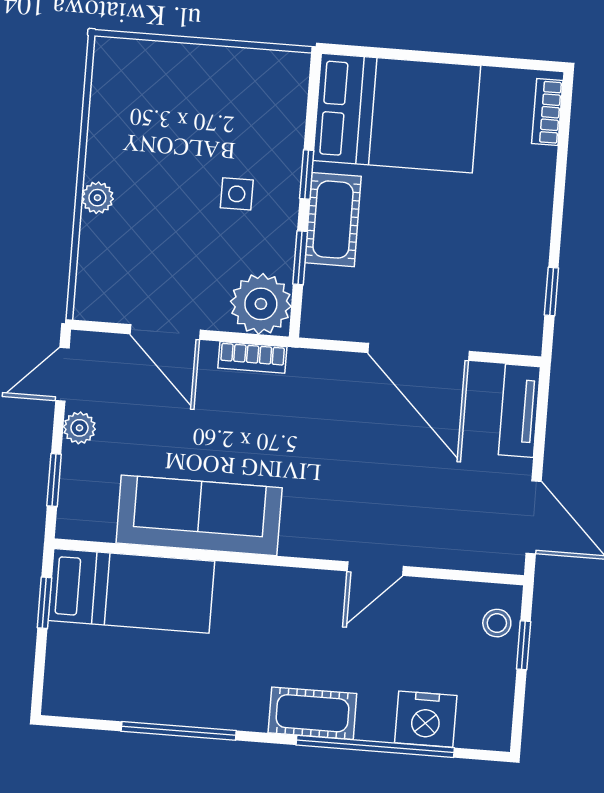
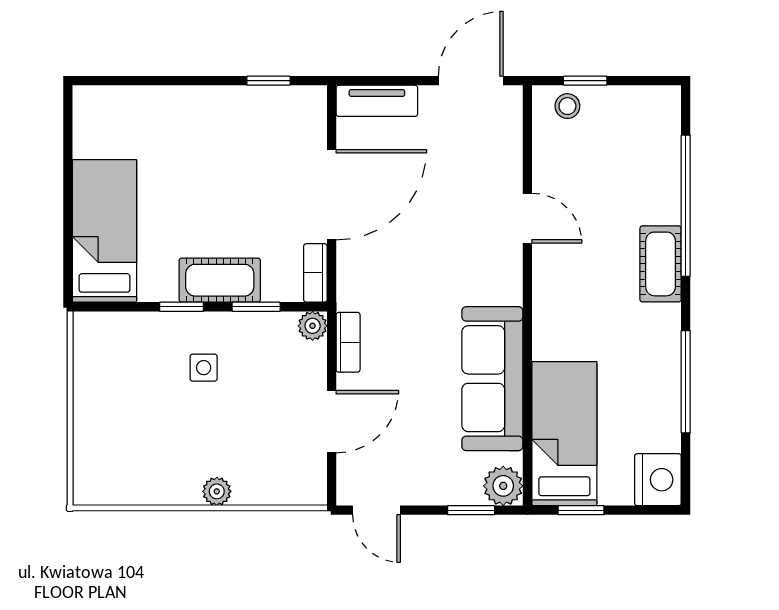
bookcase: (547, 112) -> (315, 273), moved, turned 90
bed: (397, 113) -> (105, 231), width x0.67
plant: (261, 304) -> (313, 326), width x0.53, depth x0.53
plant: (79, 428) -> (503, 486), moved, width x1.38, depth x1.38
nightstand: (426, 719) -> (658, 480), moved

